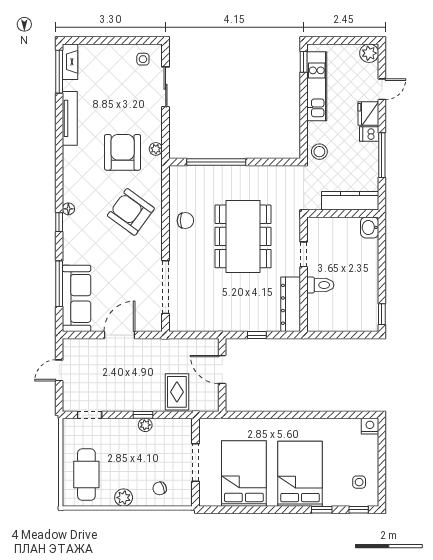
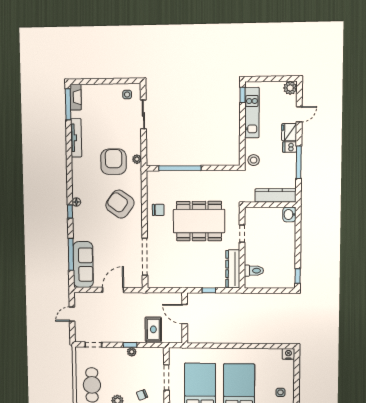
dining table: (243, 236) -> (199, 221), turned 90
toilet: (320, 285) -> (254, 271), moved

